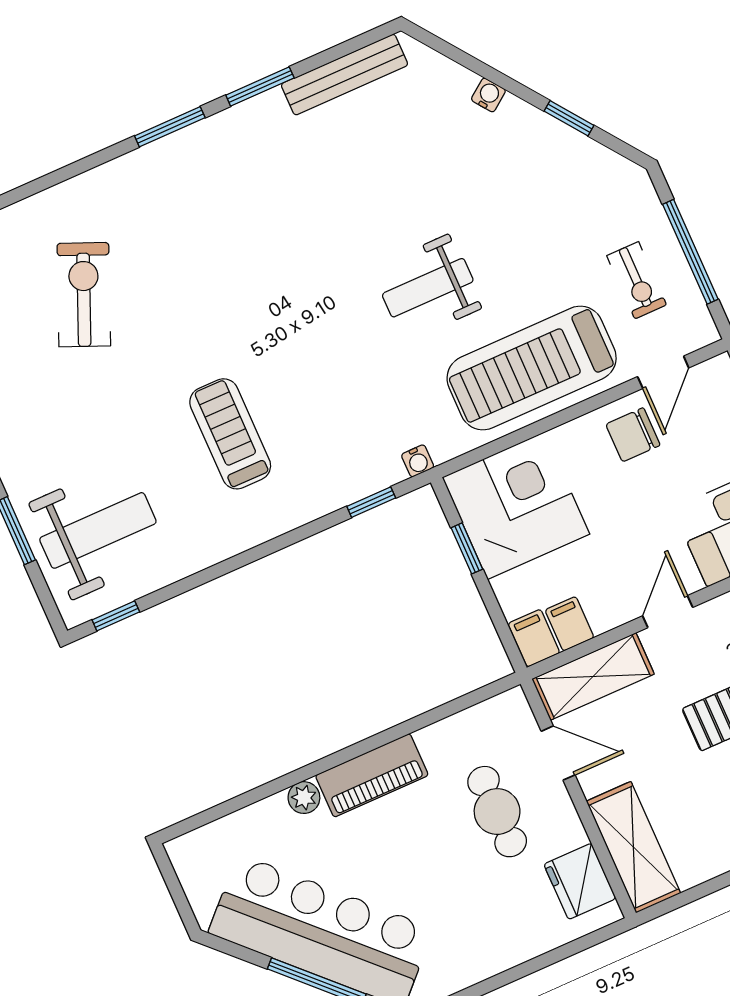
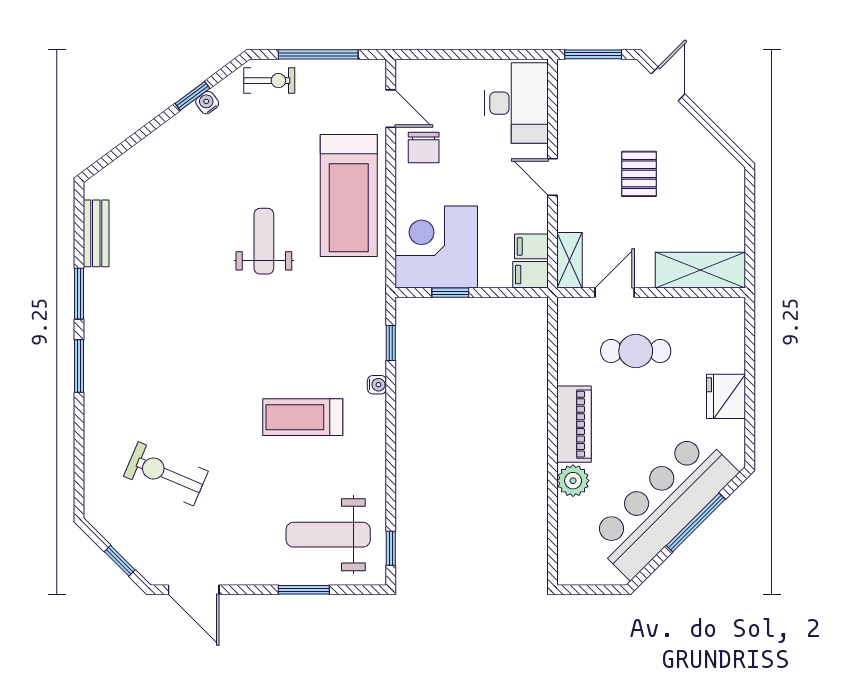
bench: (344, 75) -> (96, 233), width x0.73
water cooler: (488, 95) -> (207, 103), moved
exercise bike: (637, 280) -> (269, 81), moved
weight bench: (428, 288) -> (264, 241), turned 180
water cooler: (418, 461) -> (377, 385), moved
weight bench: (98, 530) -> (328, 535), turned -90
shelving: (593, 676) -> (570, 260), width x0.67, depth x0.75
plant: (304, 798) -> (573, 481), width x1.38, depth x1.38
fridge: (580, 881) -> (726, 396), moved, turned 90

